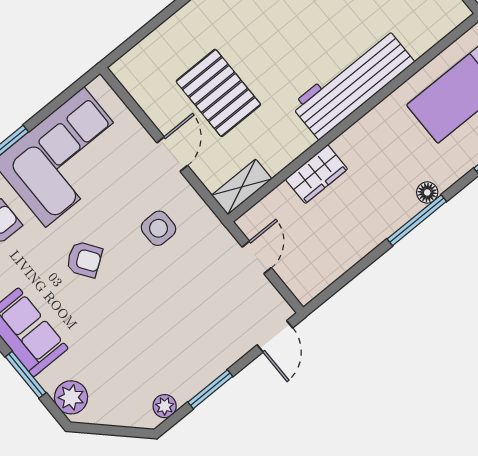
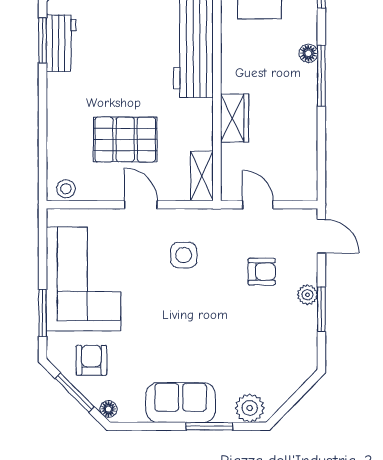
stool: (132, 76) -> (66, 189), added
armchair: (84, 259) -> (262, 272), moved, turned 35
plant: (165, 406) -> (307, 295), moved

